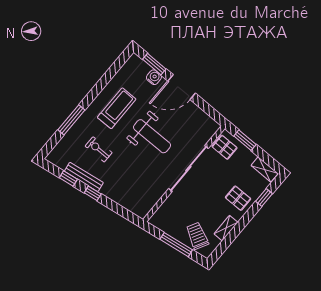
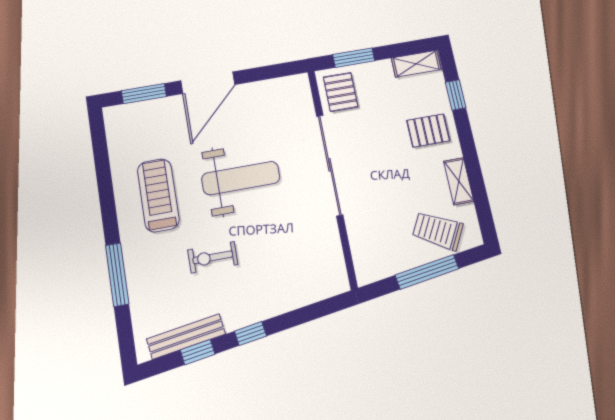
water cooler: (154, 77) -> (161, 109), removed
pallet: (225, 147) -> (341, 92), turned 90
exercise bike: (99, 149) -> (213, 257), moved
bench: (84, 177) -> (186, 336), moved

